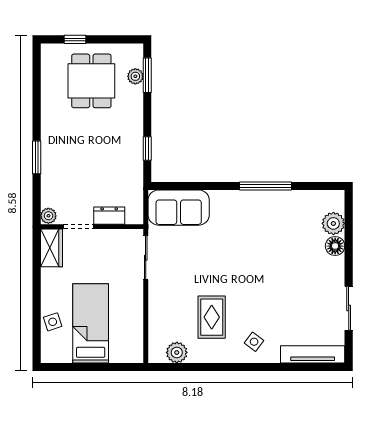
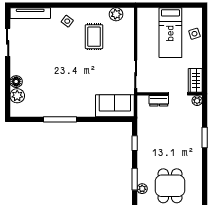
window: (147, 75) -> (135, 179), moved

